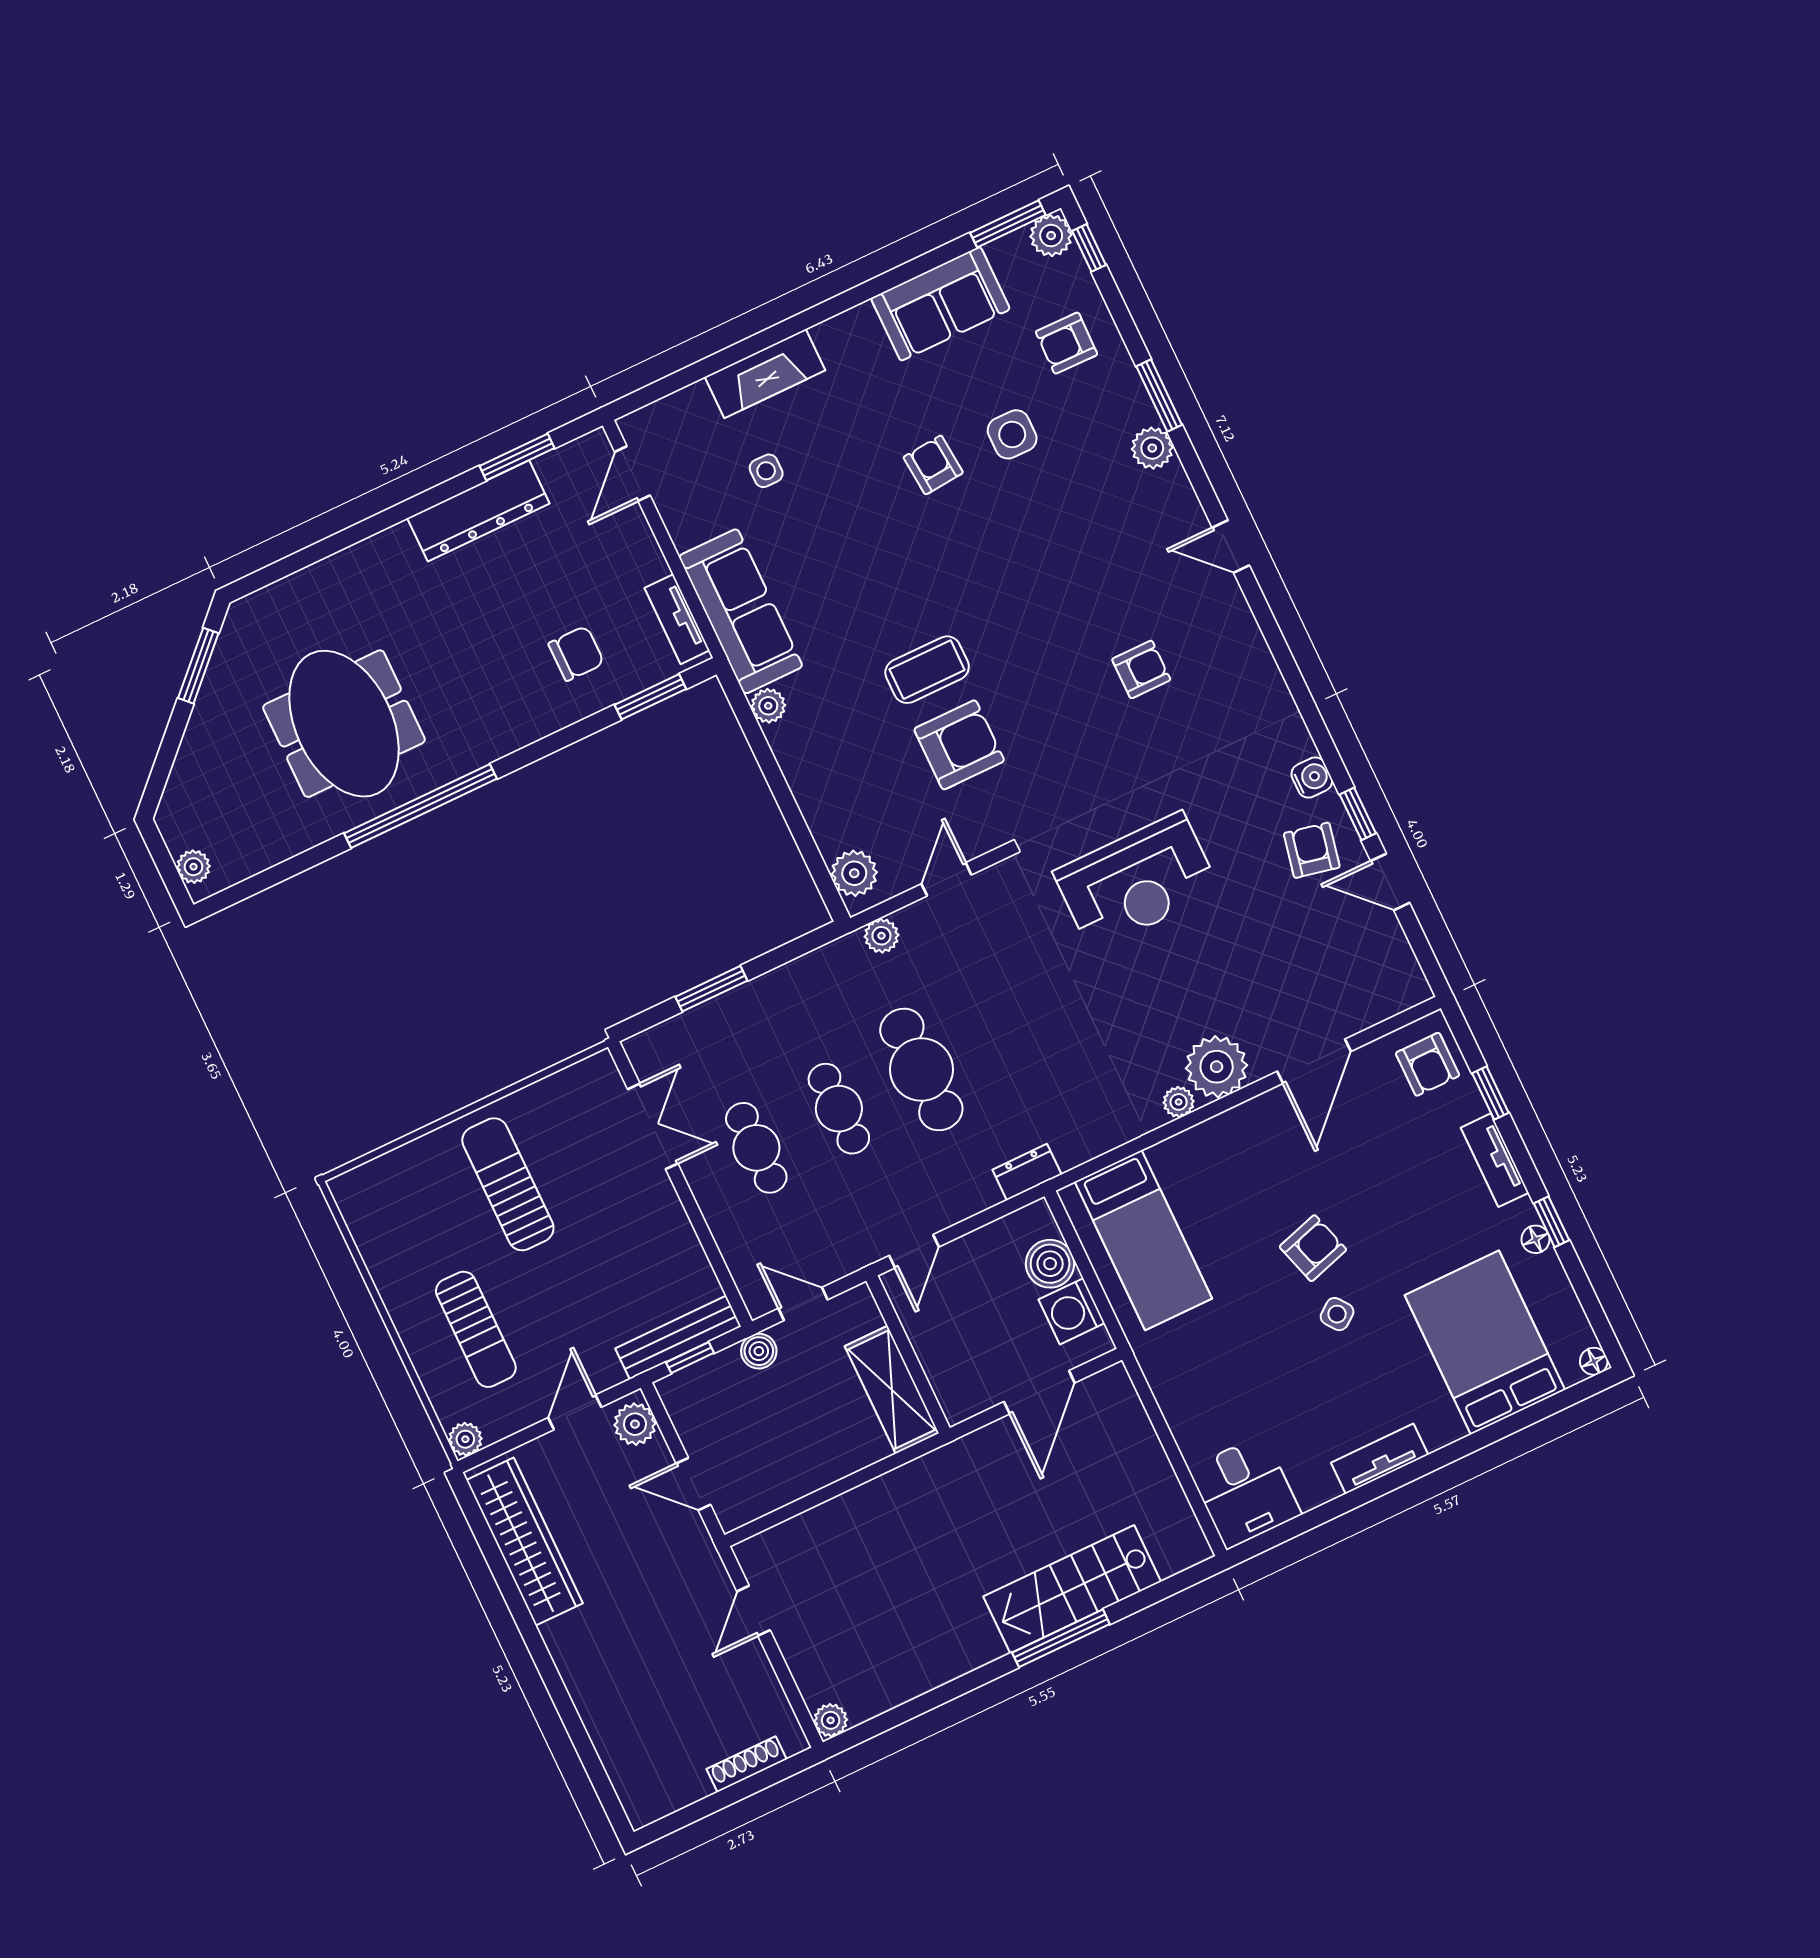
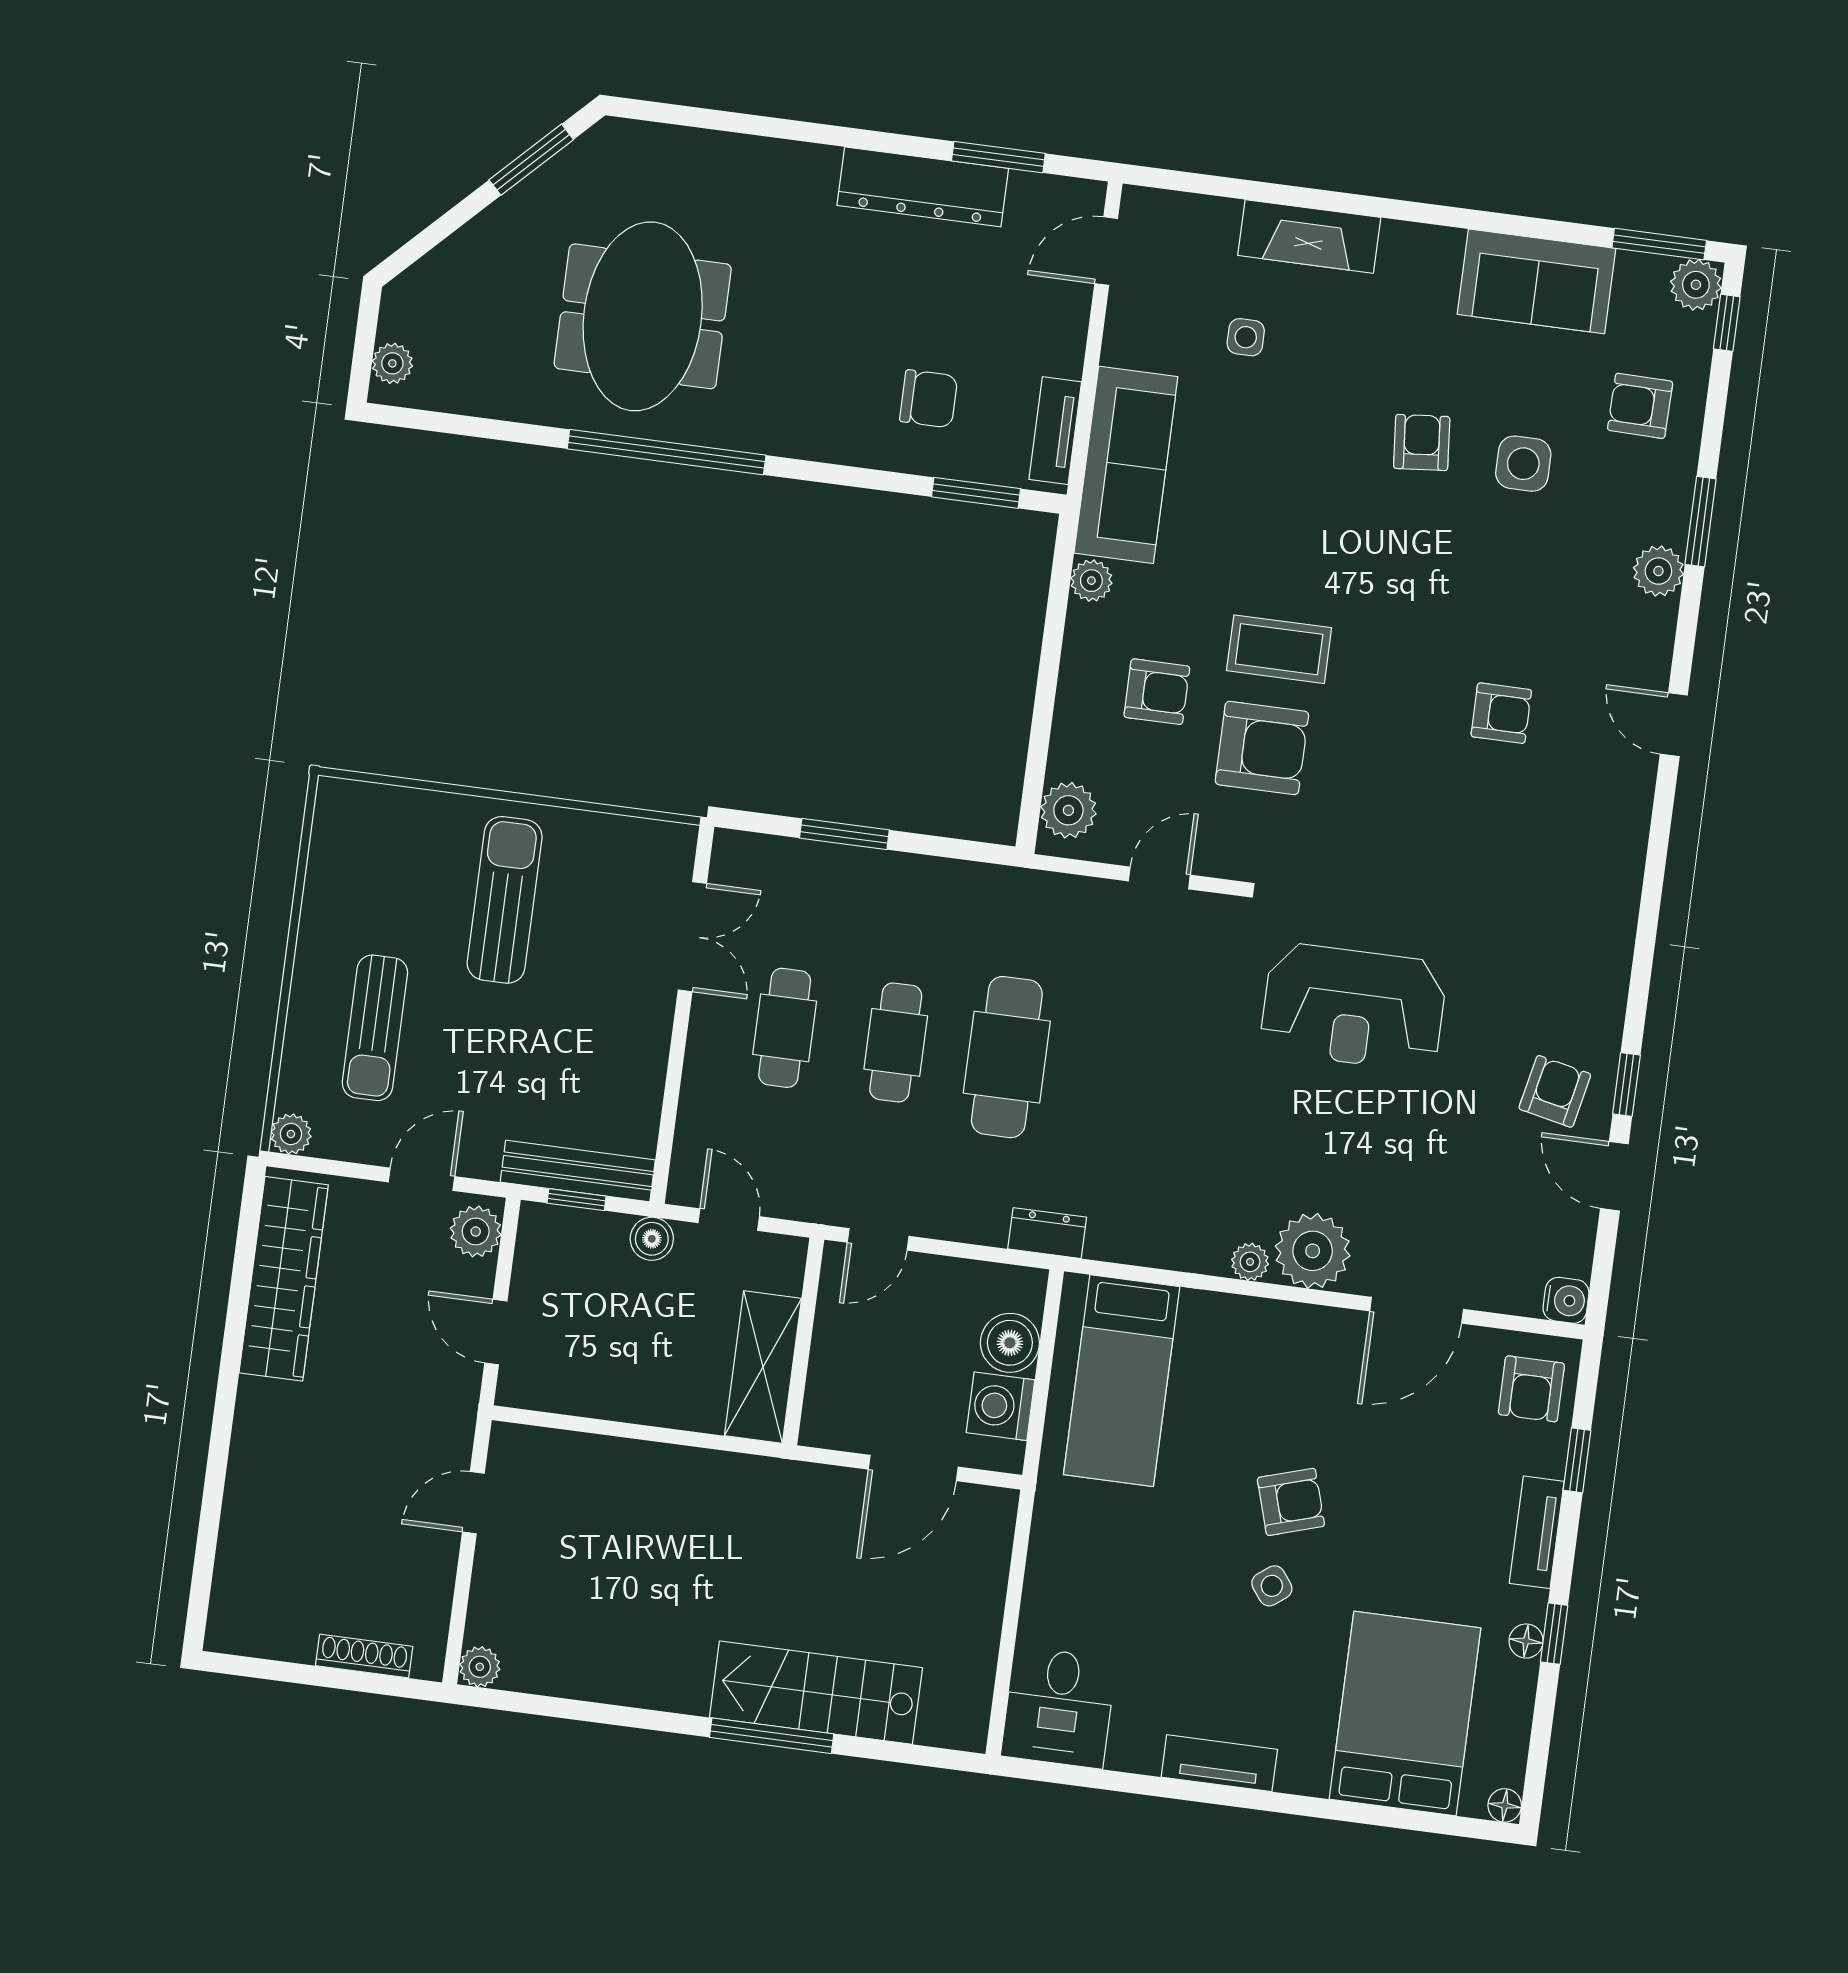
armchair: (1141, 669) -> (1501, 713), moved
armchair: (862, 753) -> (1157, 692), added
water cooler: (1312, 778) -> (1566, 1300), moved
plant: (881, 936) -> (1055, 893), removed

